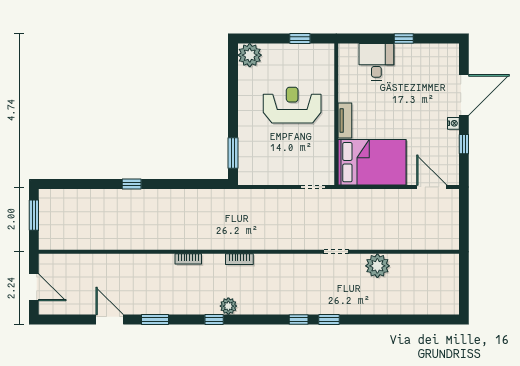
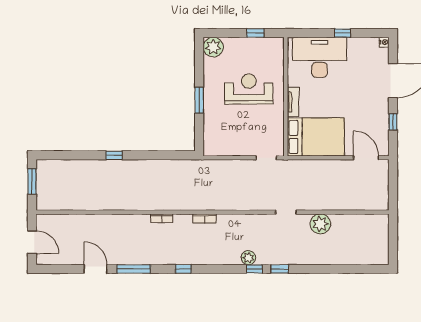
desk: (376, 62) -> (320, 57), width x1.87, depth x1.30
nightstand: (453, 123) -> (384, 42), moved
window: (233, 153) -> (199, 100), moved
plant: (228, 306) -> (248, 258), moved
window: (155, 319) -> (134, 269), width x1.44

